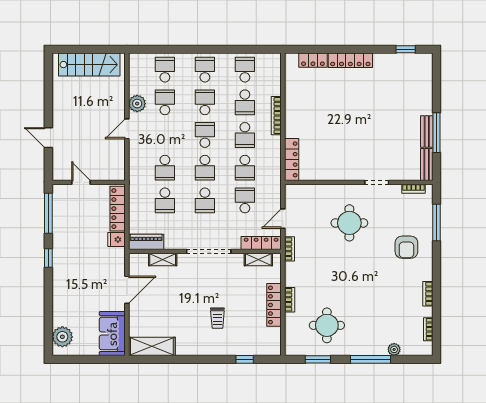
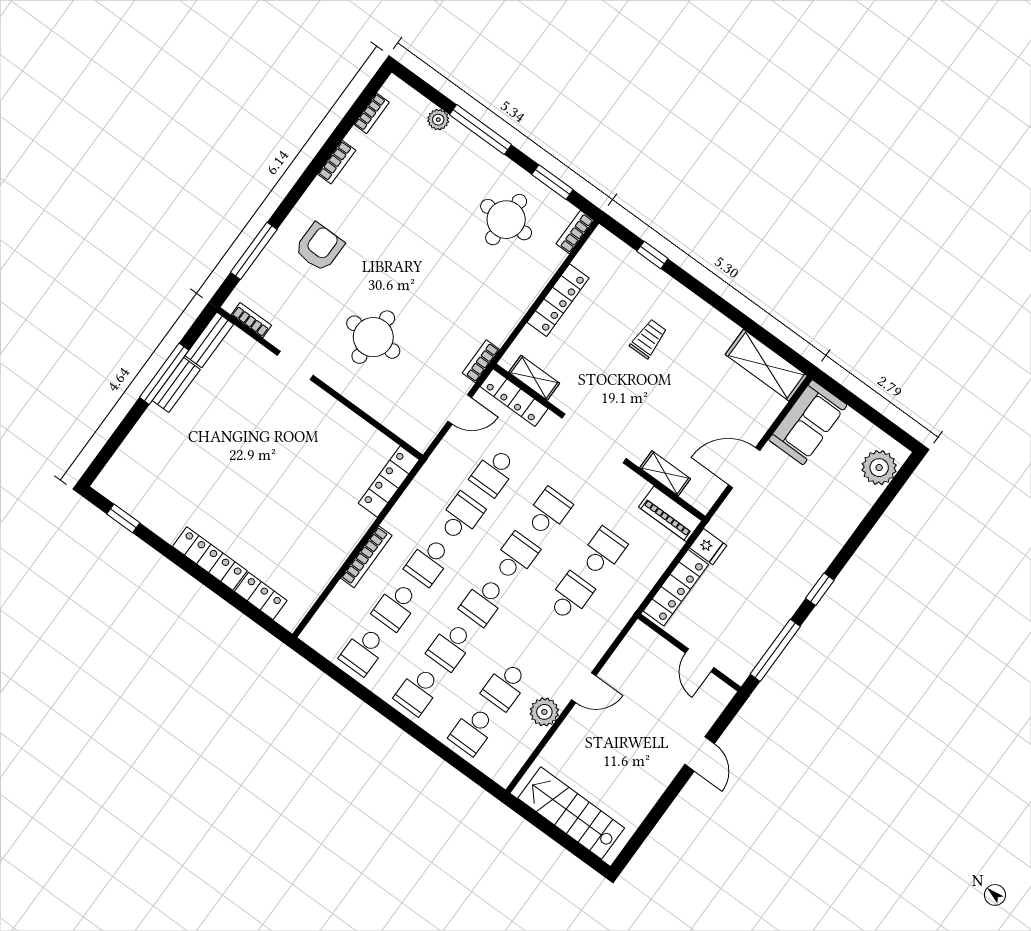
school desk: (245, 102) -> (396, 606), turned 180
school desk: (245, 135) -> (428, 562), turned 180
bookcase: (290, 300) -> (575, 232), moved

